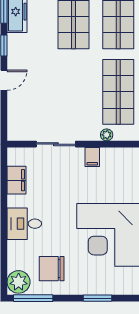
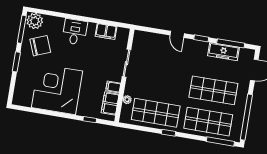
filing cabinet: (116, 158) -> (110, 103), added
chair: (52, 269) -> (40, 46), turned 68
window: (97, 298) -> (16, 62), moved

